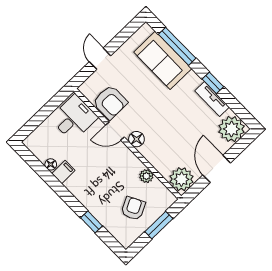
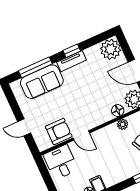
tv unit: (212, 99) -> (72, 61), moved
door: (115, 131) -> (81, 135), hinge flipped
floor lamp: (136, 139) -> (118, 111), moved

